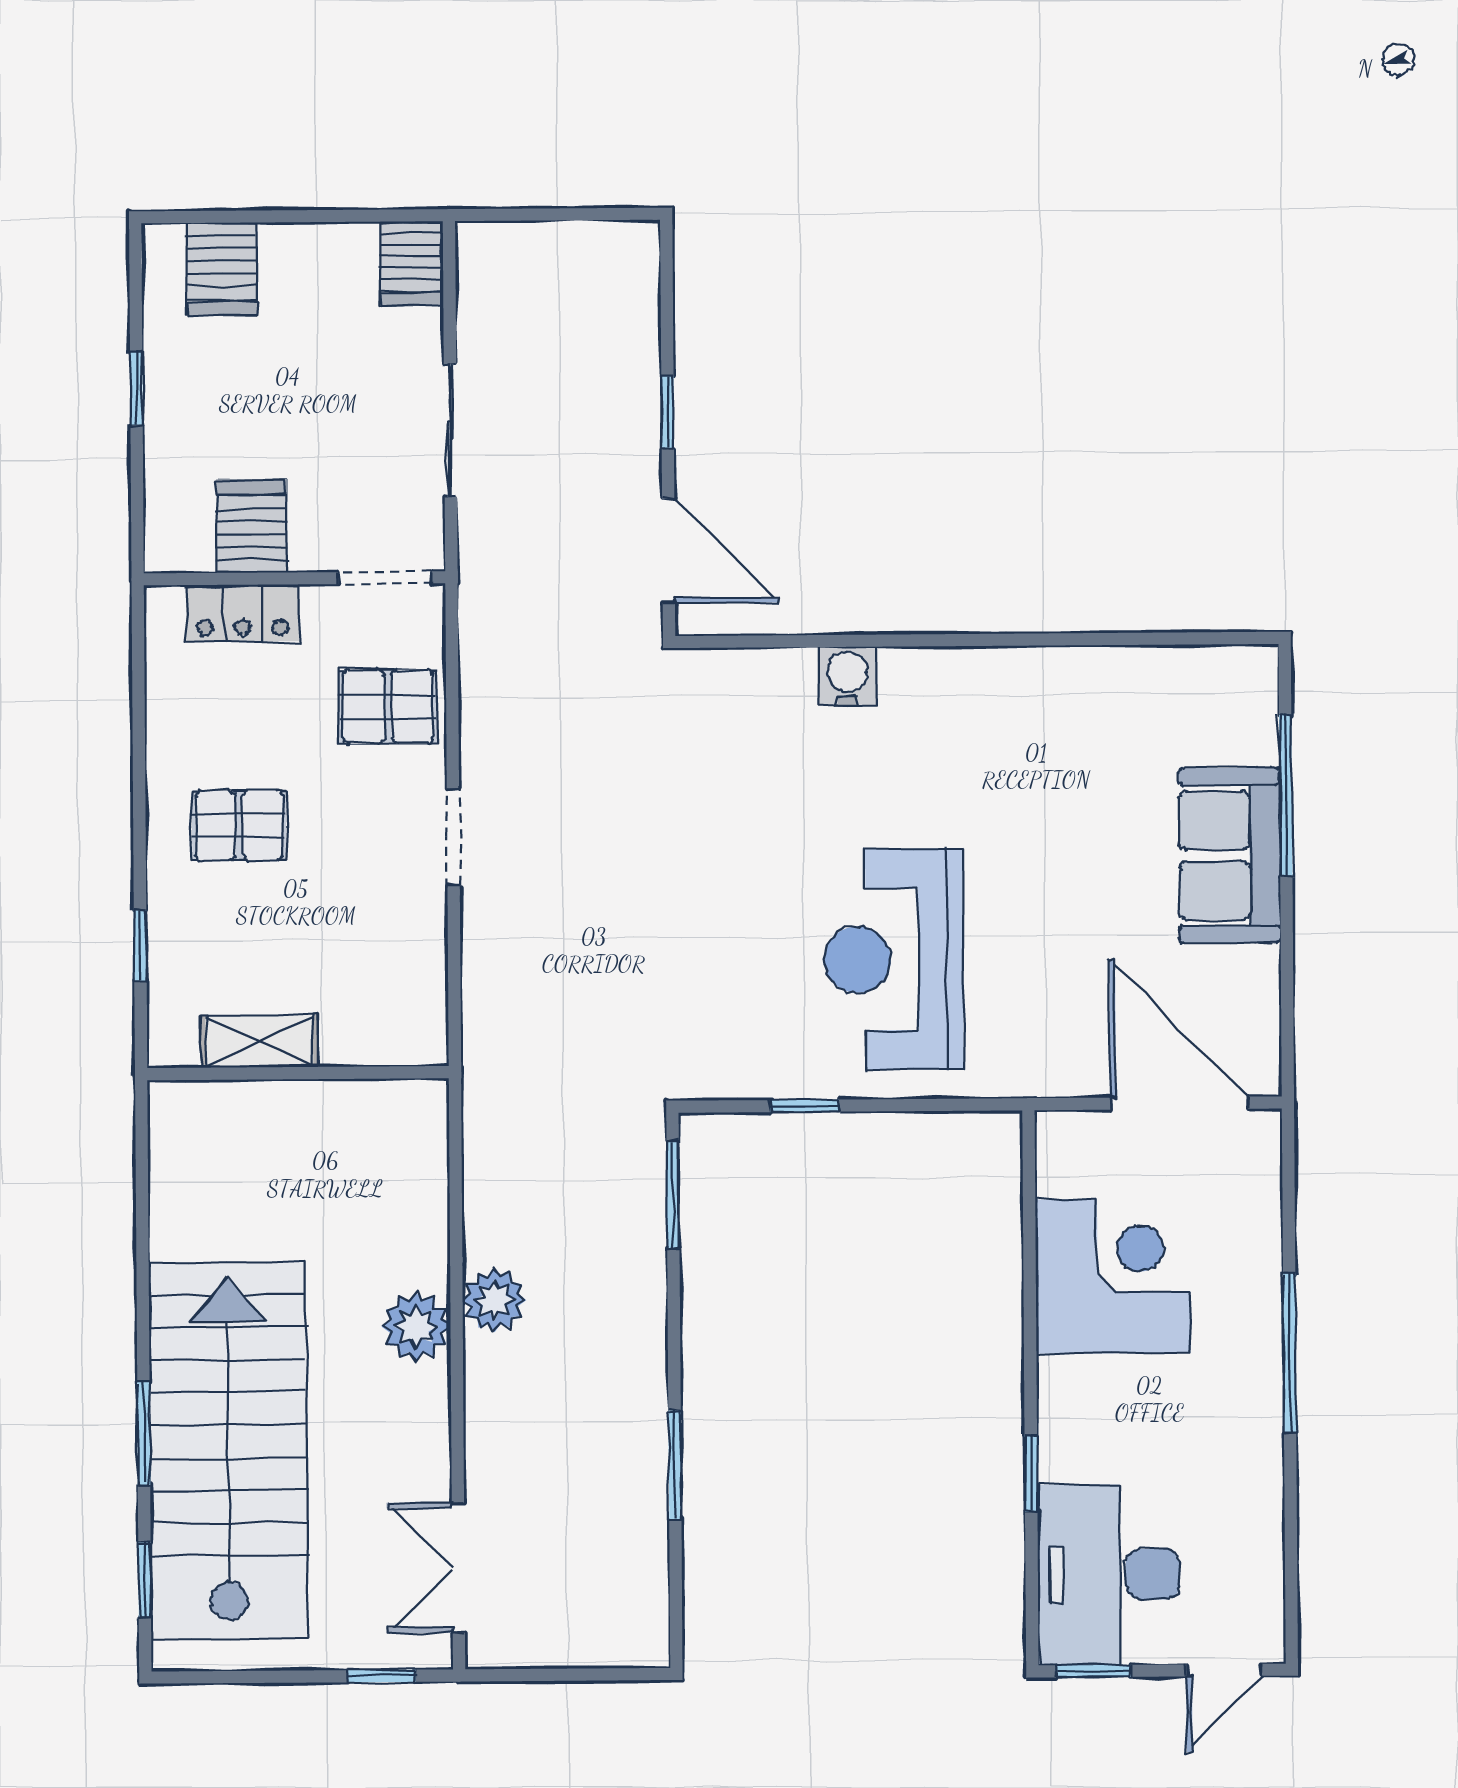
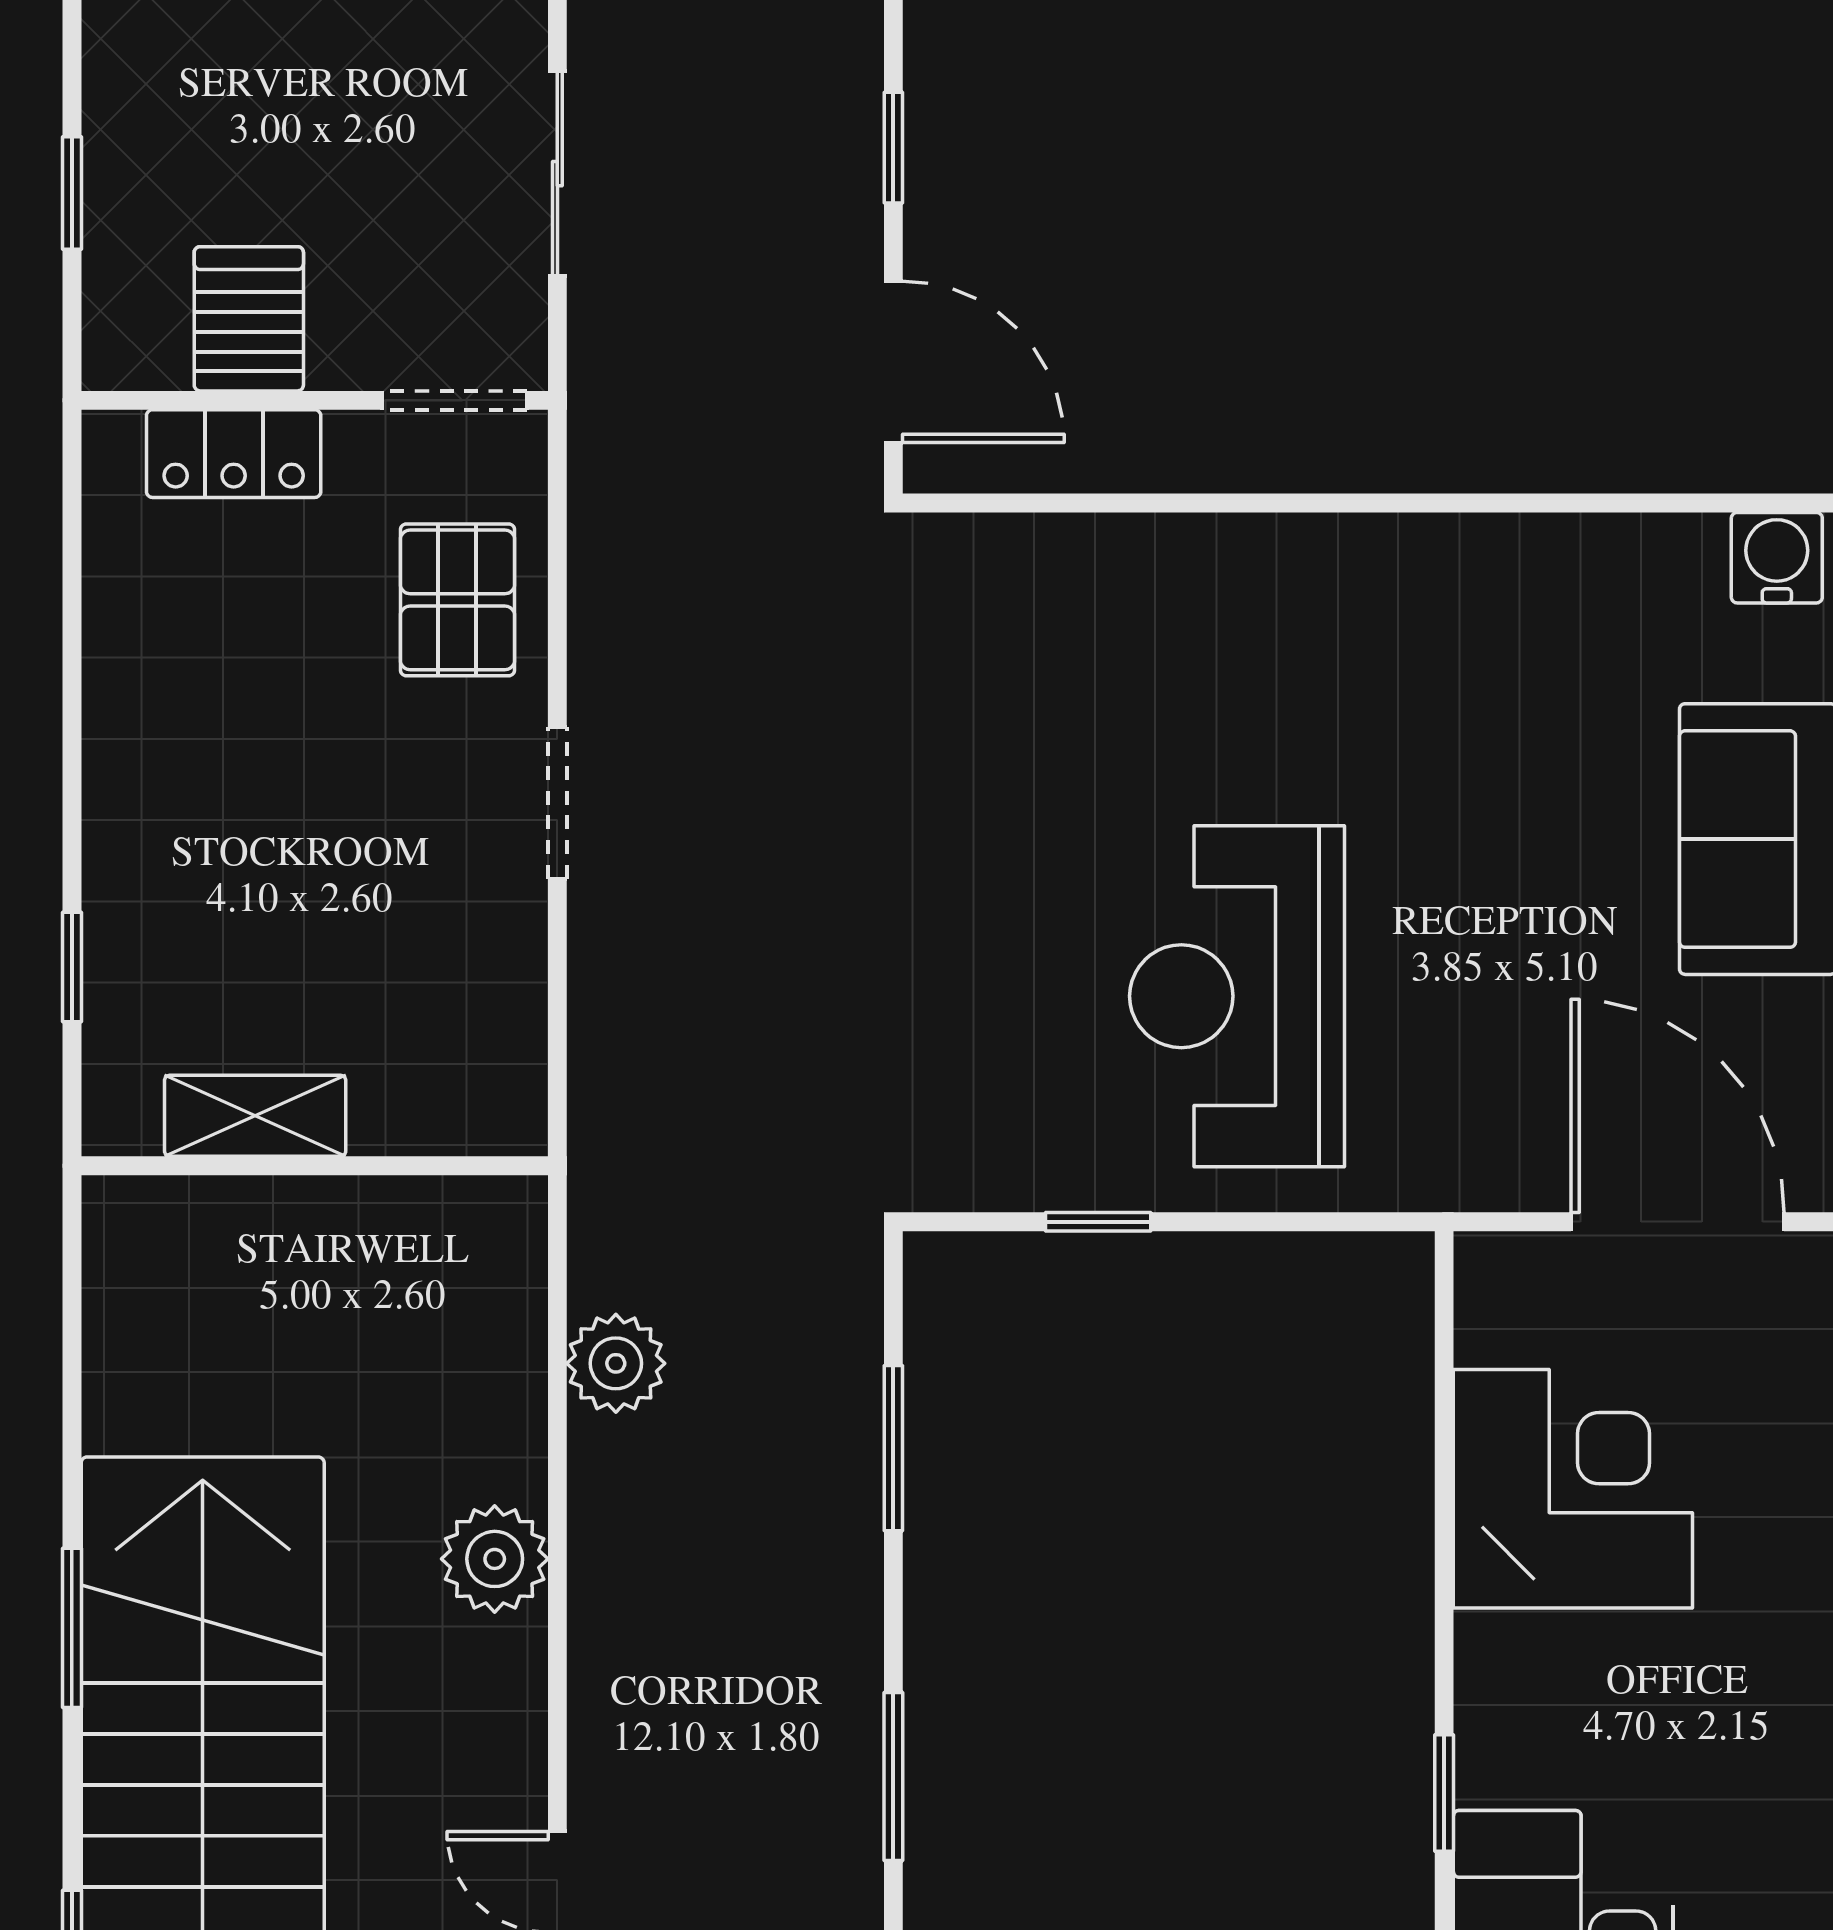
window: (136, 388) -> (72, 193), moved
water cooler: (847, 676) -> (1777, 558), moved
pallet: (388, 707) -> (457, 600), turned 90
pallet: (239, 826) -> (226, 782), removed
window: (673, 1195) -> (893, 1448), moved
plant: (494, 1300) -> (616, 1363), moved
window: (144, 1433) -> (72, 1628), moved

